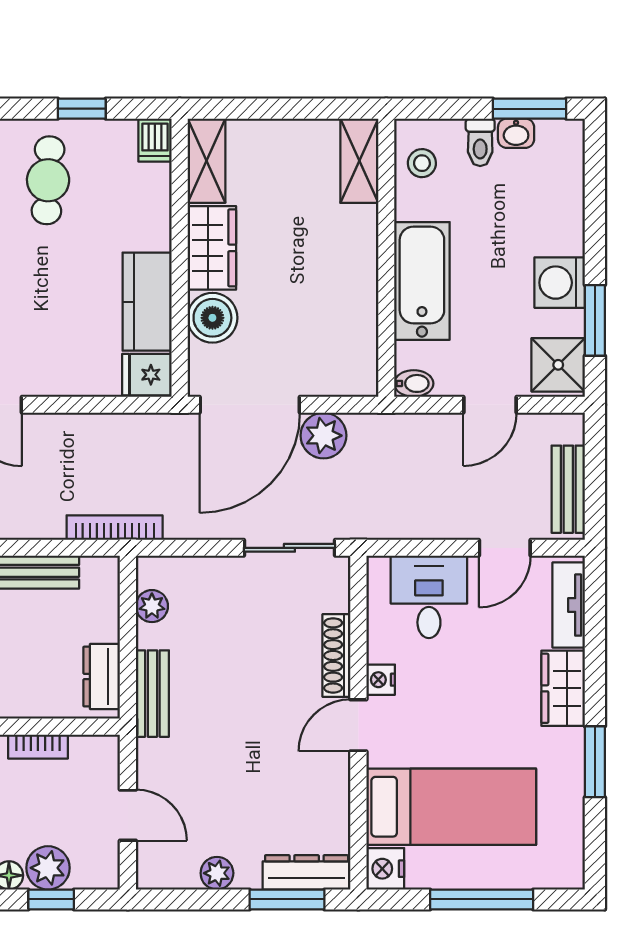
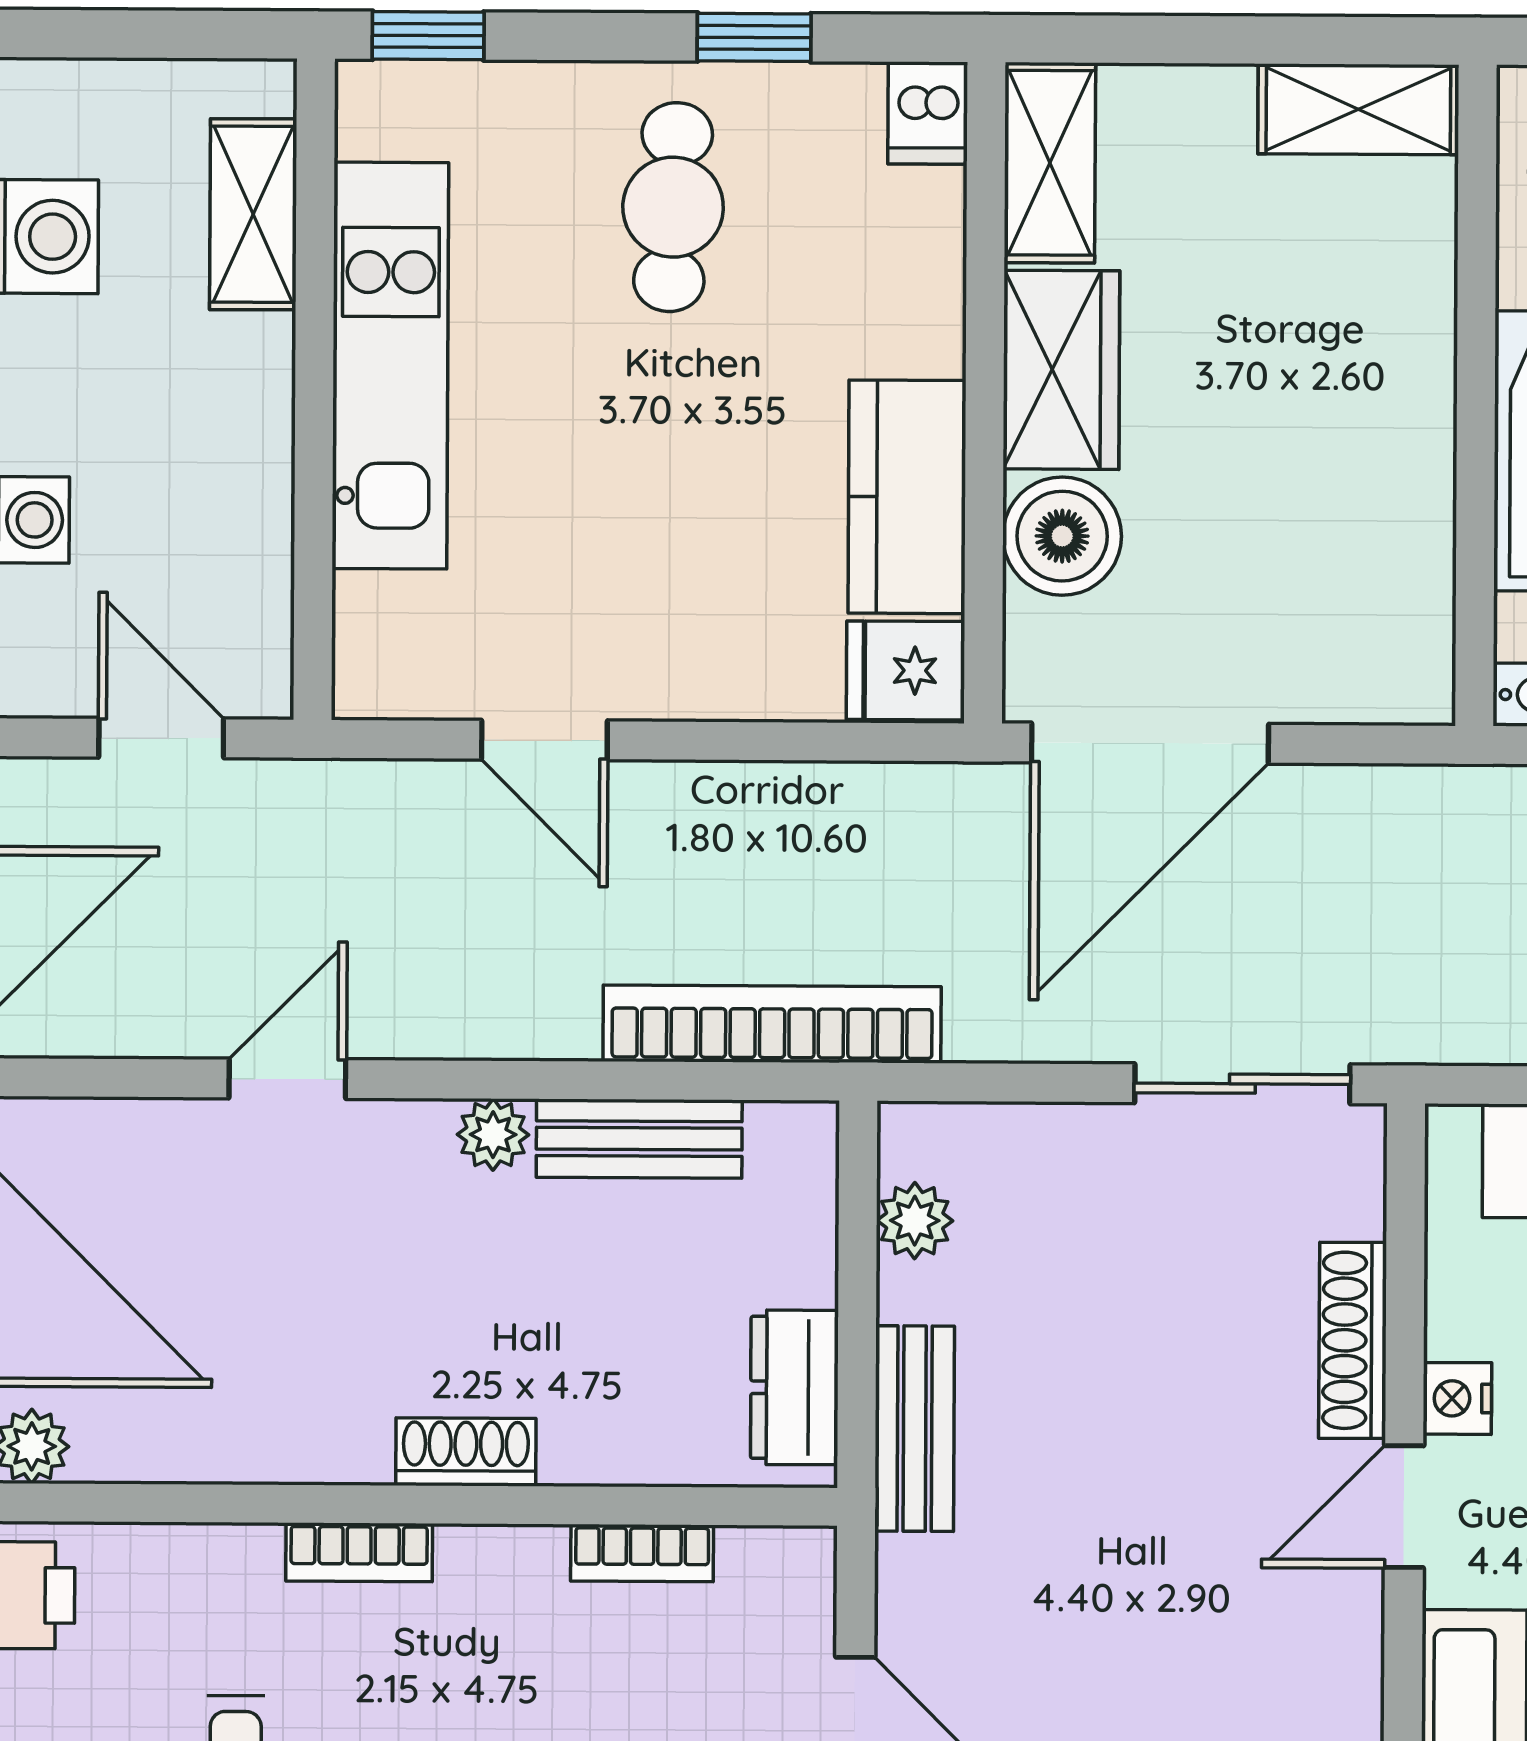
shelving: (359, 161) -> (1358, 109), moved, turned 90
plant: (323, 436) -> (1325, 817), removed
bookcase: (115, 528) -> (772, 1024), width x1.48, depth x1.31

